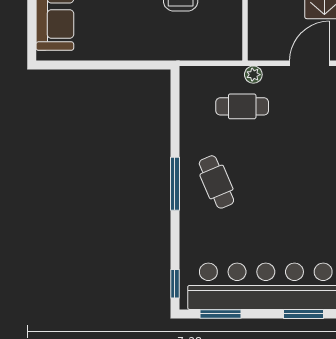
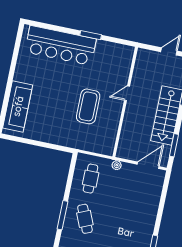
cafe table: (242, 106) -> (91, 179), moved, turned 90

